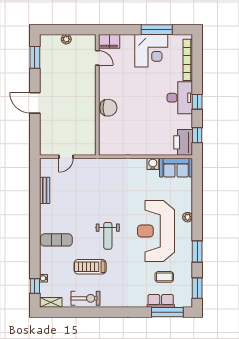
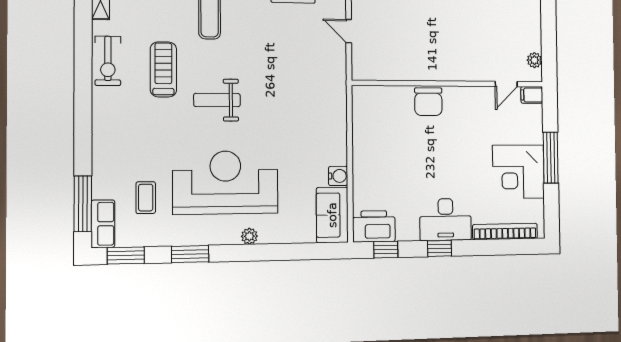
window: (157, 30) -> (551, 158), moved
plant: (66, 39) -> (534, 60), moved
filing cabinet: (109, 41) -> (532, 95), width x0.50
row of seats: (161, 301) -> (103, 224), moved

